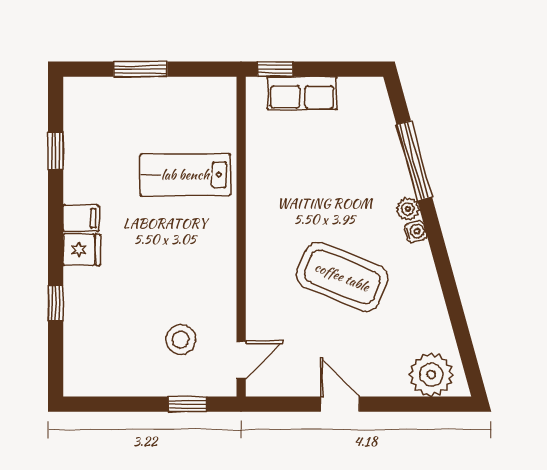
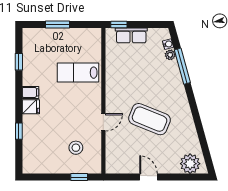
plant: (408, 209) -> (170, 55), moved
water cooler: (416, 232) -> (168, 44), moved
door: (241, 360) -> (103, 122), moved

